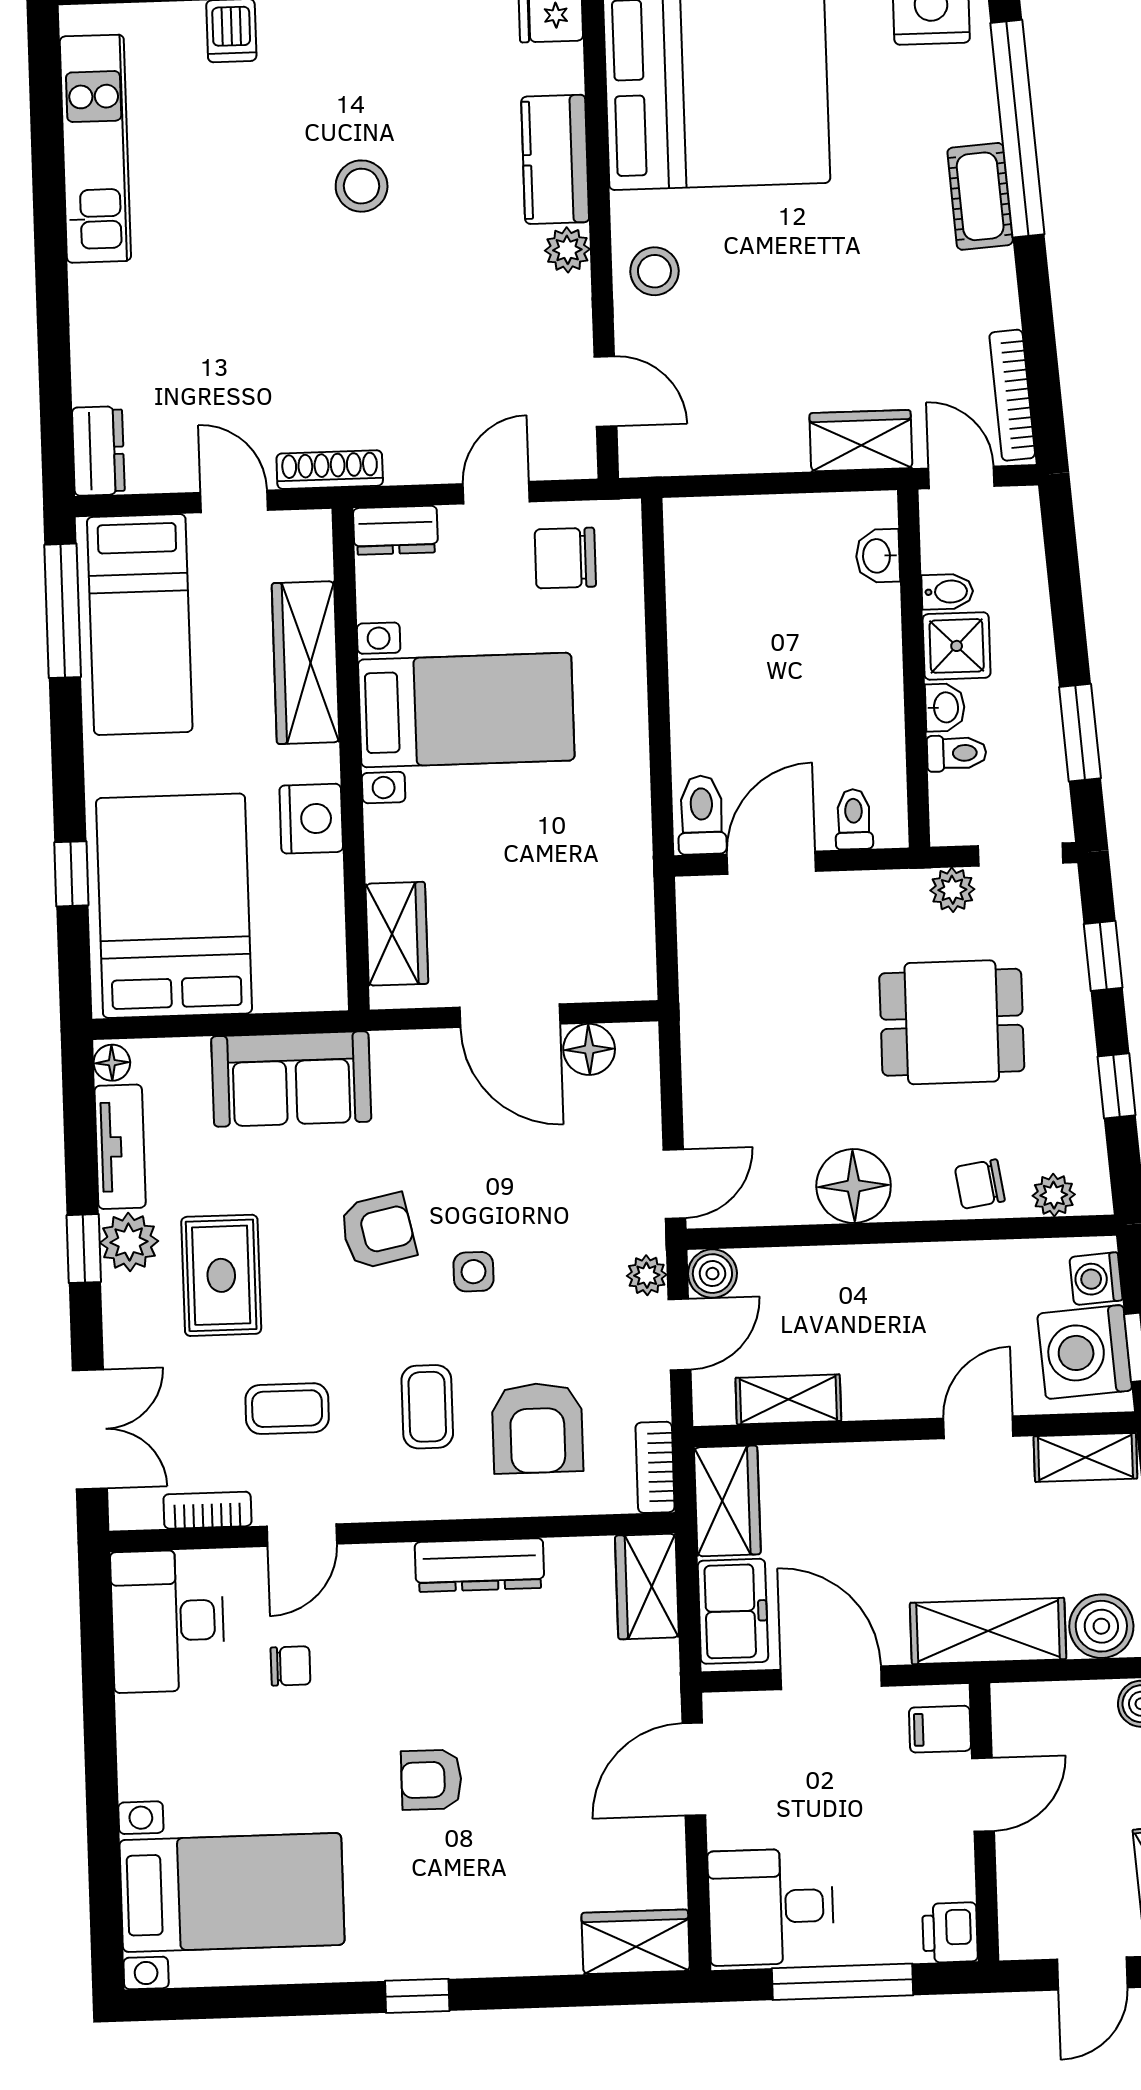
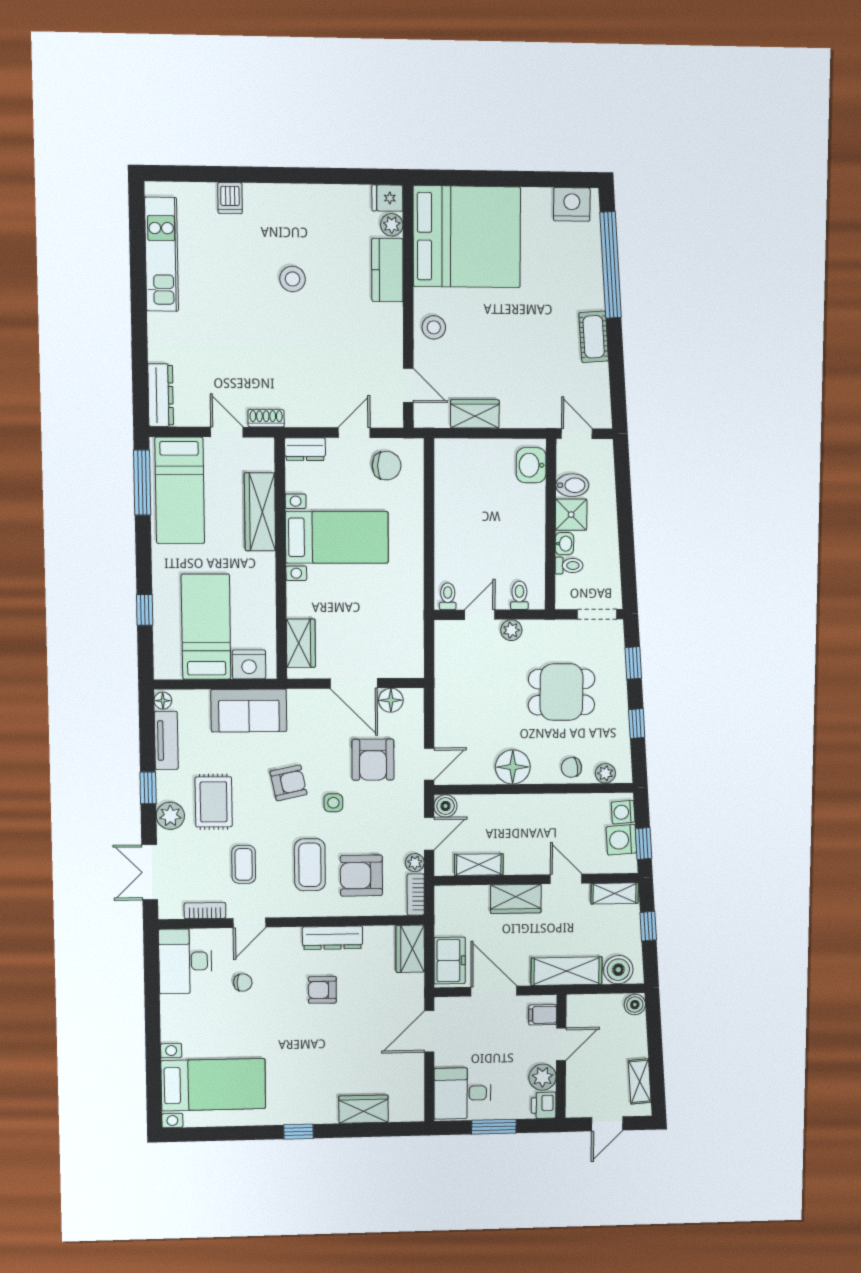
cot: (980, 196) -> (594, 337), moved
plant: (567, 250) -> (392, 225), moved
bookcase: (1012, 395) -> (603, 395), removed
wardrobe: (861, 441) -> (475, 414), moved
dresser: (98, 451) -> (161, 395), width x1.44
shoe rack: (330, 470) -> (266, 418), width x0.70
washbasin: (878, 556) -> (531, 465), width x1.38, depth x1.45
chair: (565, 558) -> (387, 466), turned 180
bidet: (947, 592) -> (572, 485), width x1.38, depth x1.36
window: (1080, 733) -> (627, 558), removed
toilet: (702, 815) -> (448, 596), width x0.73, depth x0.72
nightstand: (311, 819) -> (249, 664), moved, turned 90
door: (771, 863) -> (480, 615), width x0.73
plant: (952, 890) -> (511, 630), moved
bed: (174, 906) -> (206, 627), width x0.67
armchair: (555, 1177) -> (373, 760), added
plant: (129, 1242) -> (170, 816), moved
plant: (647, 1275) -> (415, 863), moved
washing machine: (1085, 1352) -> (621, 840), width x0.73, depth x0.73
coffee table: (427, 1407) -> (310, 865), width x1.36, depth x1.30
coffee table: (287, 1409) -> (244, 864), turned 90
door: (978, 1427) -> (566, 879), hinge flipped
armchair: (537, 1428) -> (361, 876), turned 90
double door: (90, 1429) -> (150, 872), swing flipped
wardrobe: (727, 1501) -> (516, 899), moved, turned 90
armchair: (431, 1780) -> (322, 990), moved
plant: (945, 1869) -> (543, 1077), added
wardrobe: (636, 1942) -> (364, 1109), moved
window: (842, 1982) -> (494, 1127), width x0.69

